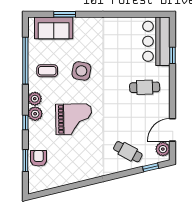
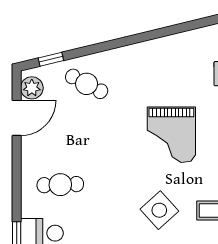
side table: (81, 71) -> (159, 210), turned 38
grand piano: (74, 119) -> (171, 135), turned -89

